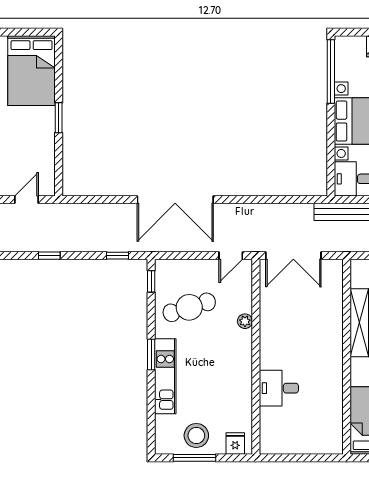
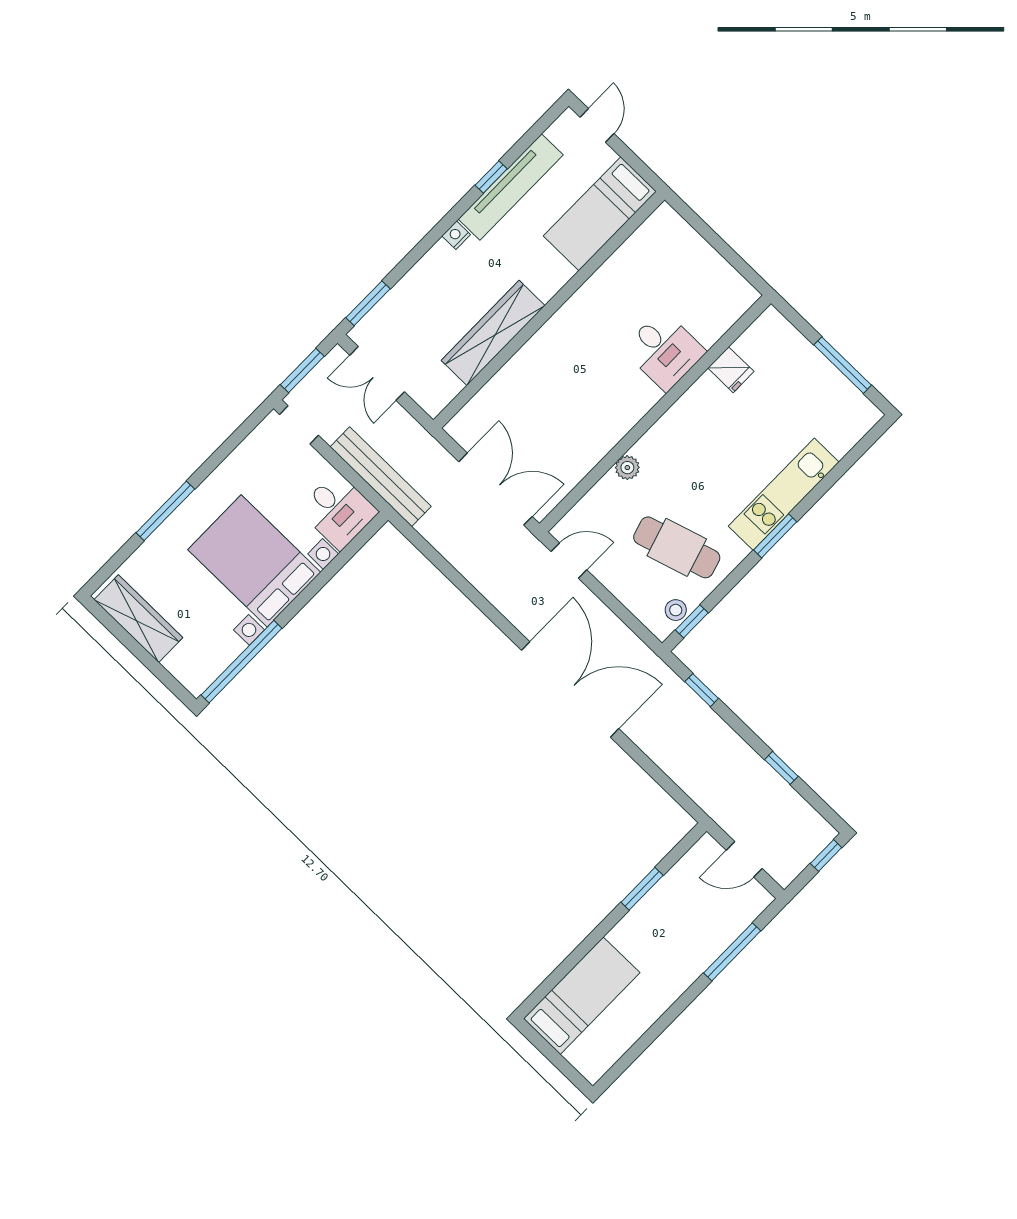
bed: (32, 71) -> (582, 996), width x0.67
window: (59, 118) -> (642, 889), moved
stool: (196, 435) -> (676, 610), moved, width x0.53, depth x0.53
fridge: (235, 444) -> (731, 370), moved, turned -90

